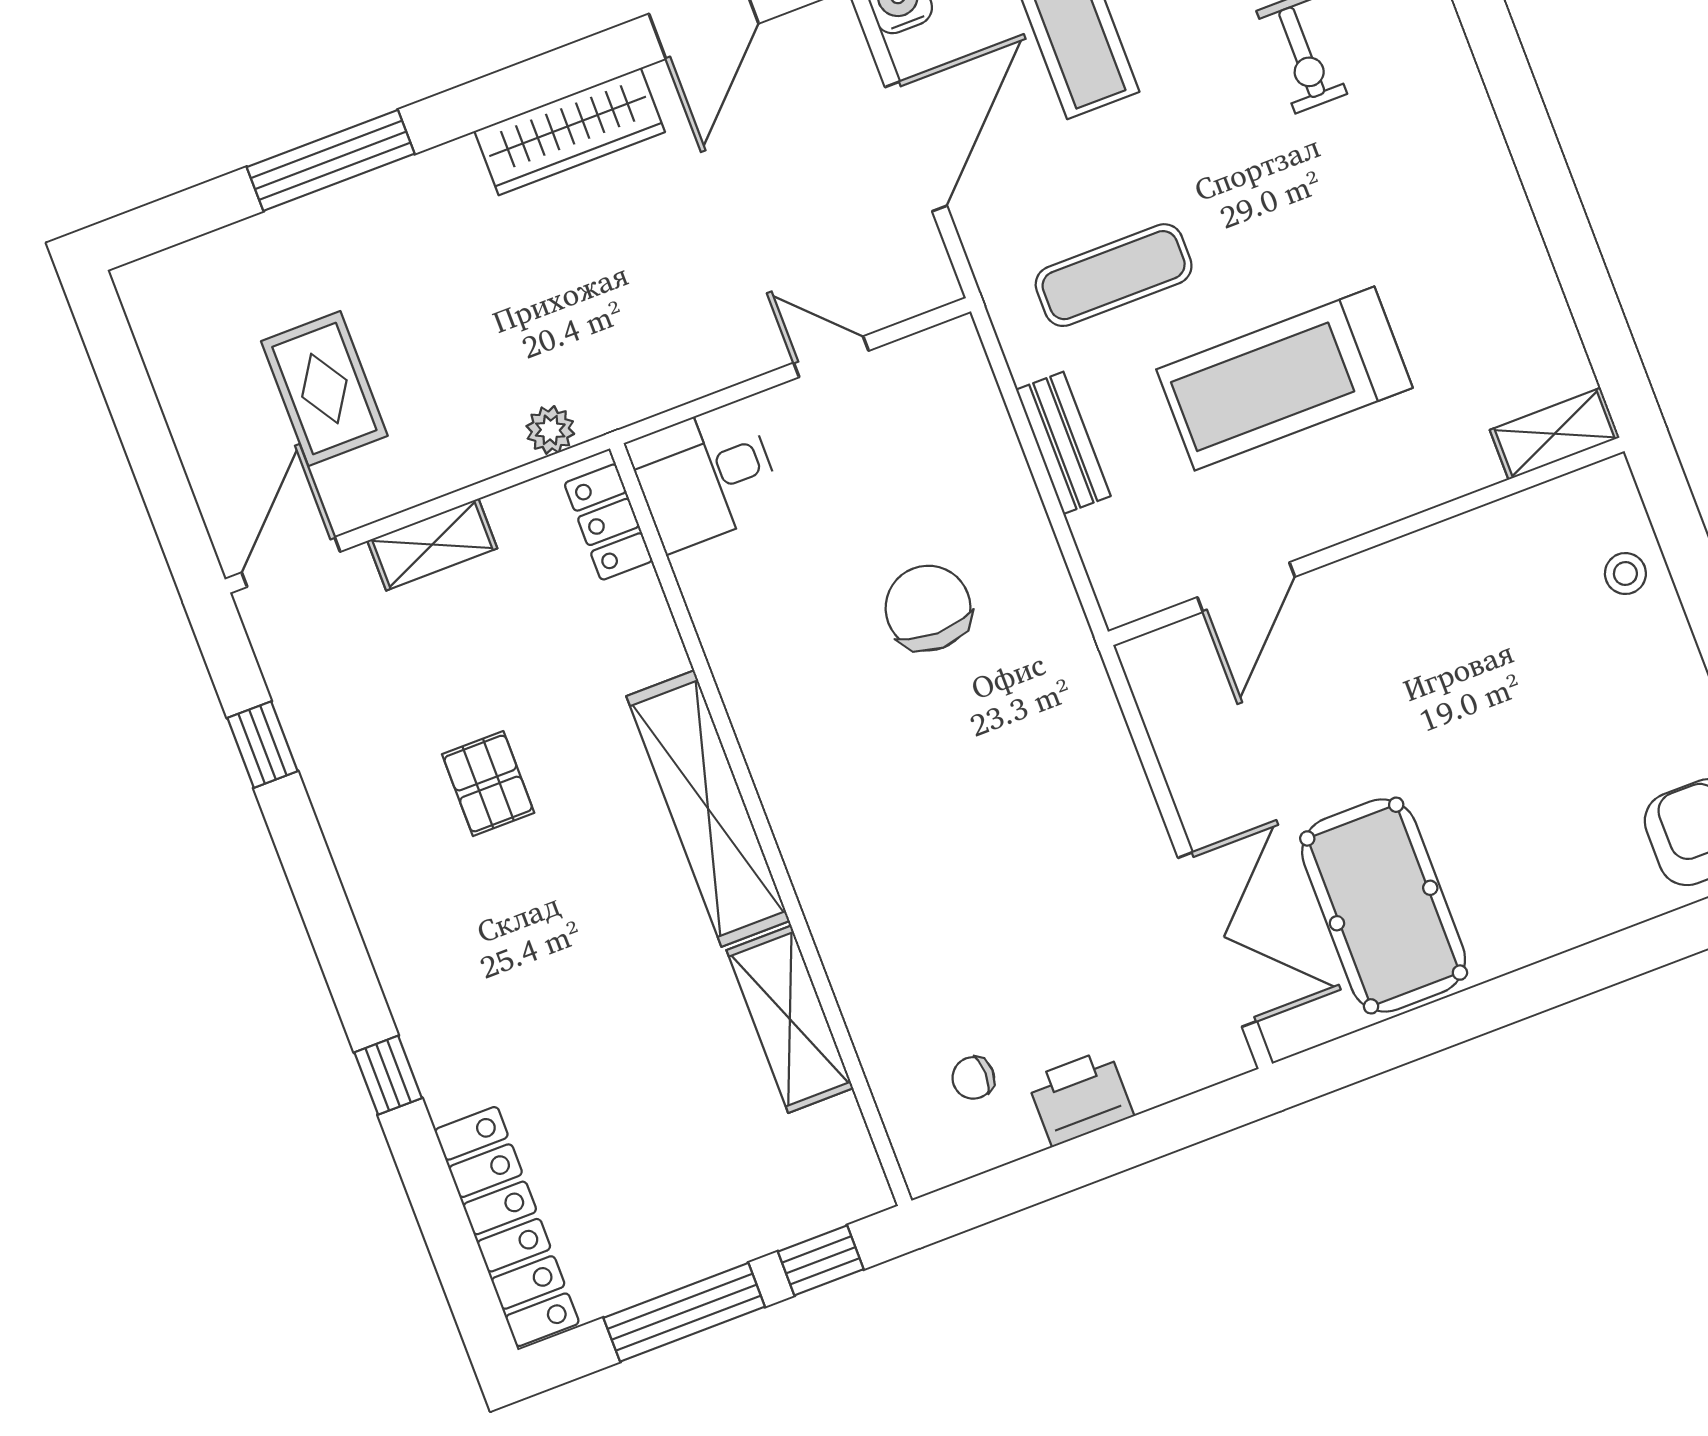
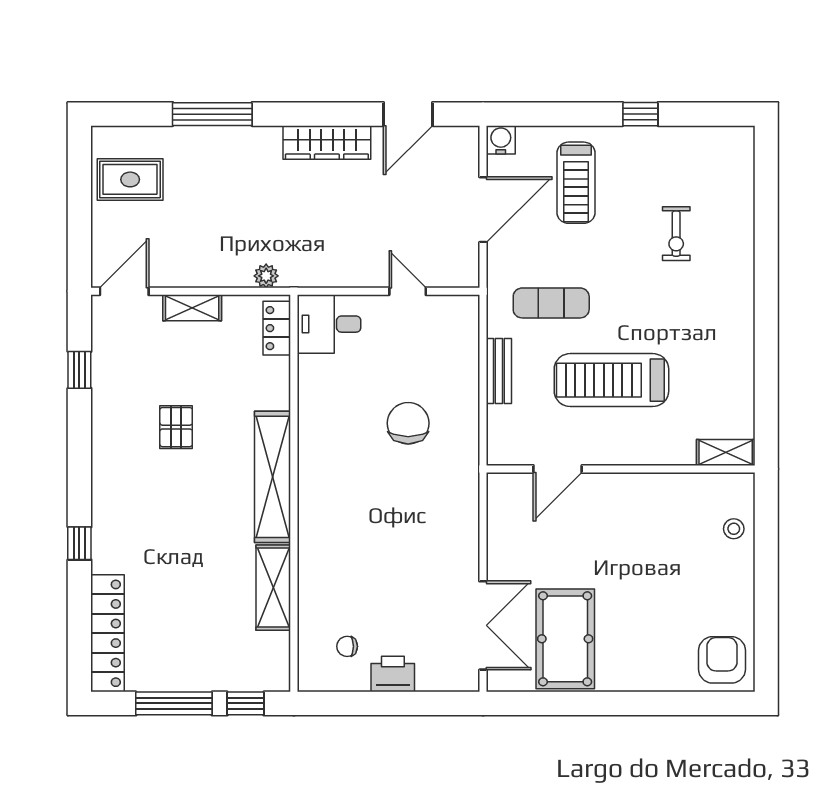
rug: (324, 389) -> (130, 179), moved, turned 90

